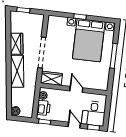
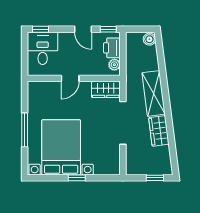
door: (76, 89) -> (70, 78), hinge flipped
door: (74, 125) -> (83, 29), moved

